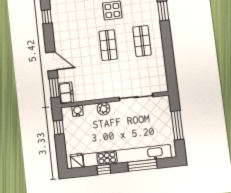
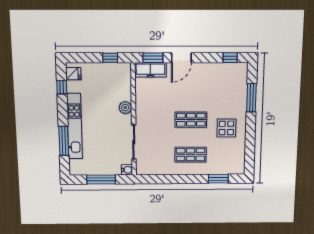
freezer: (66, 93) -> (150, 70), width x1.40
water cooler: (78, 111) -> (127, 170), moved
kitchen unit: (127, 156) -> (75, 126), width x0.73
window: (104, 169) -> (62, 87), moved

